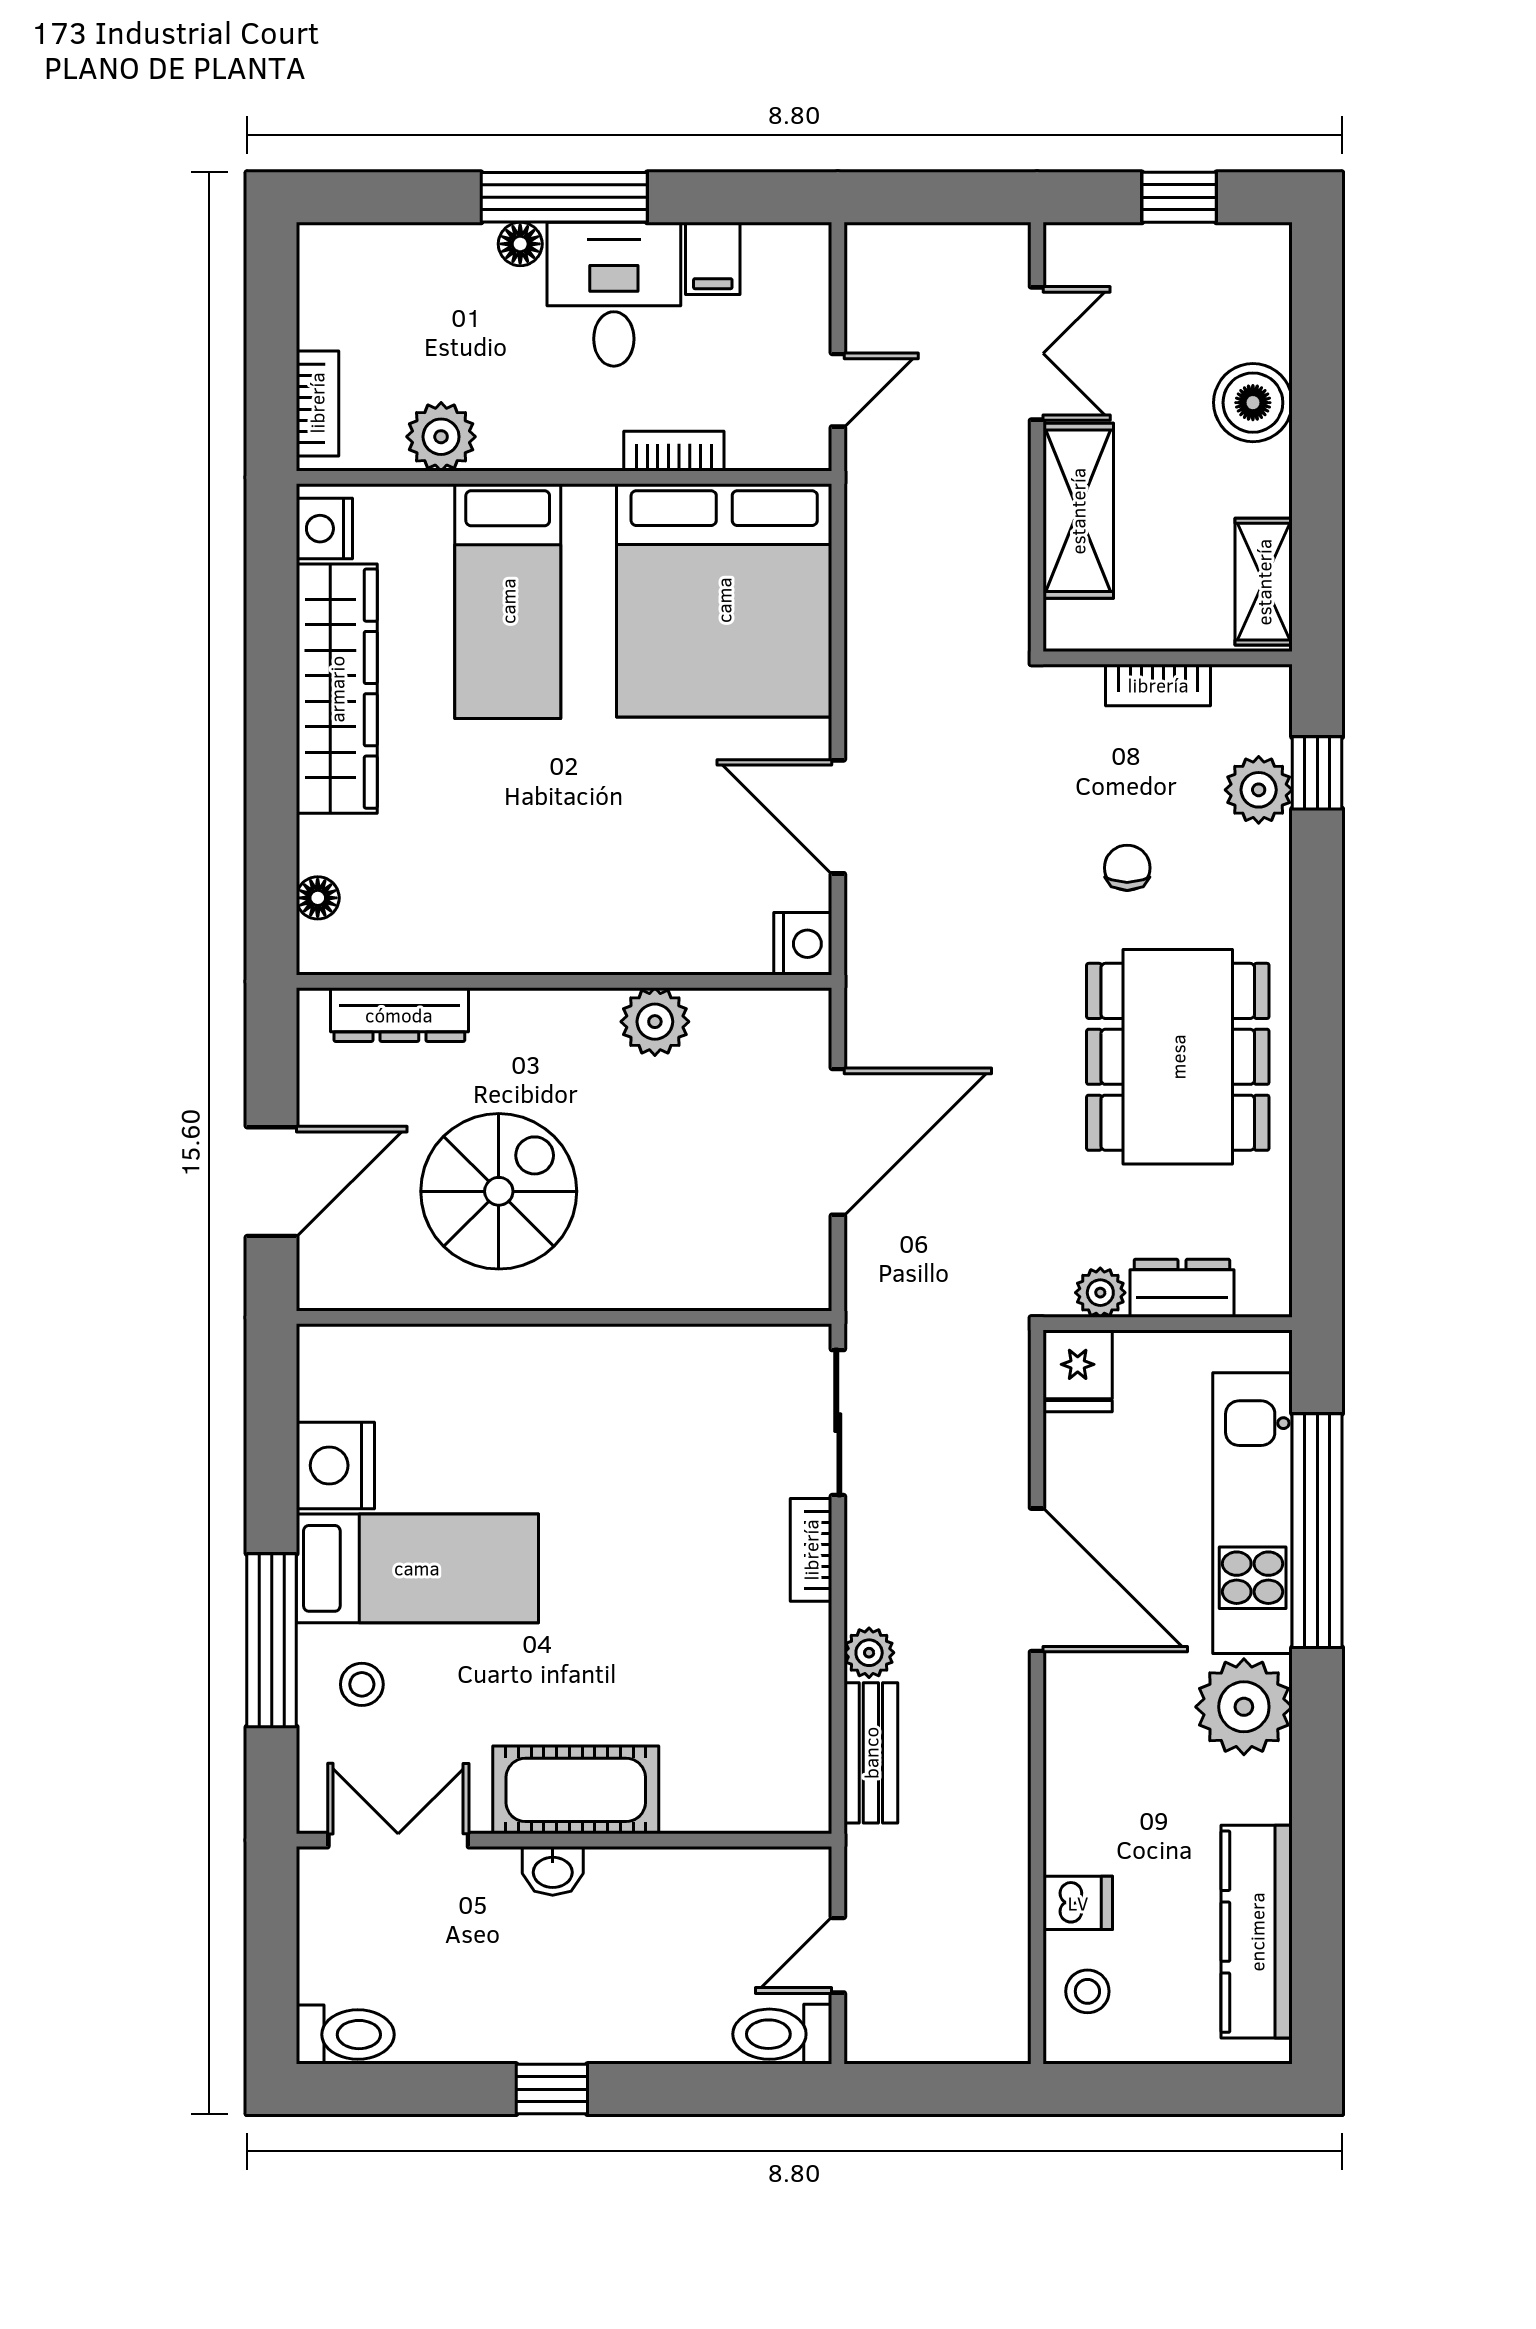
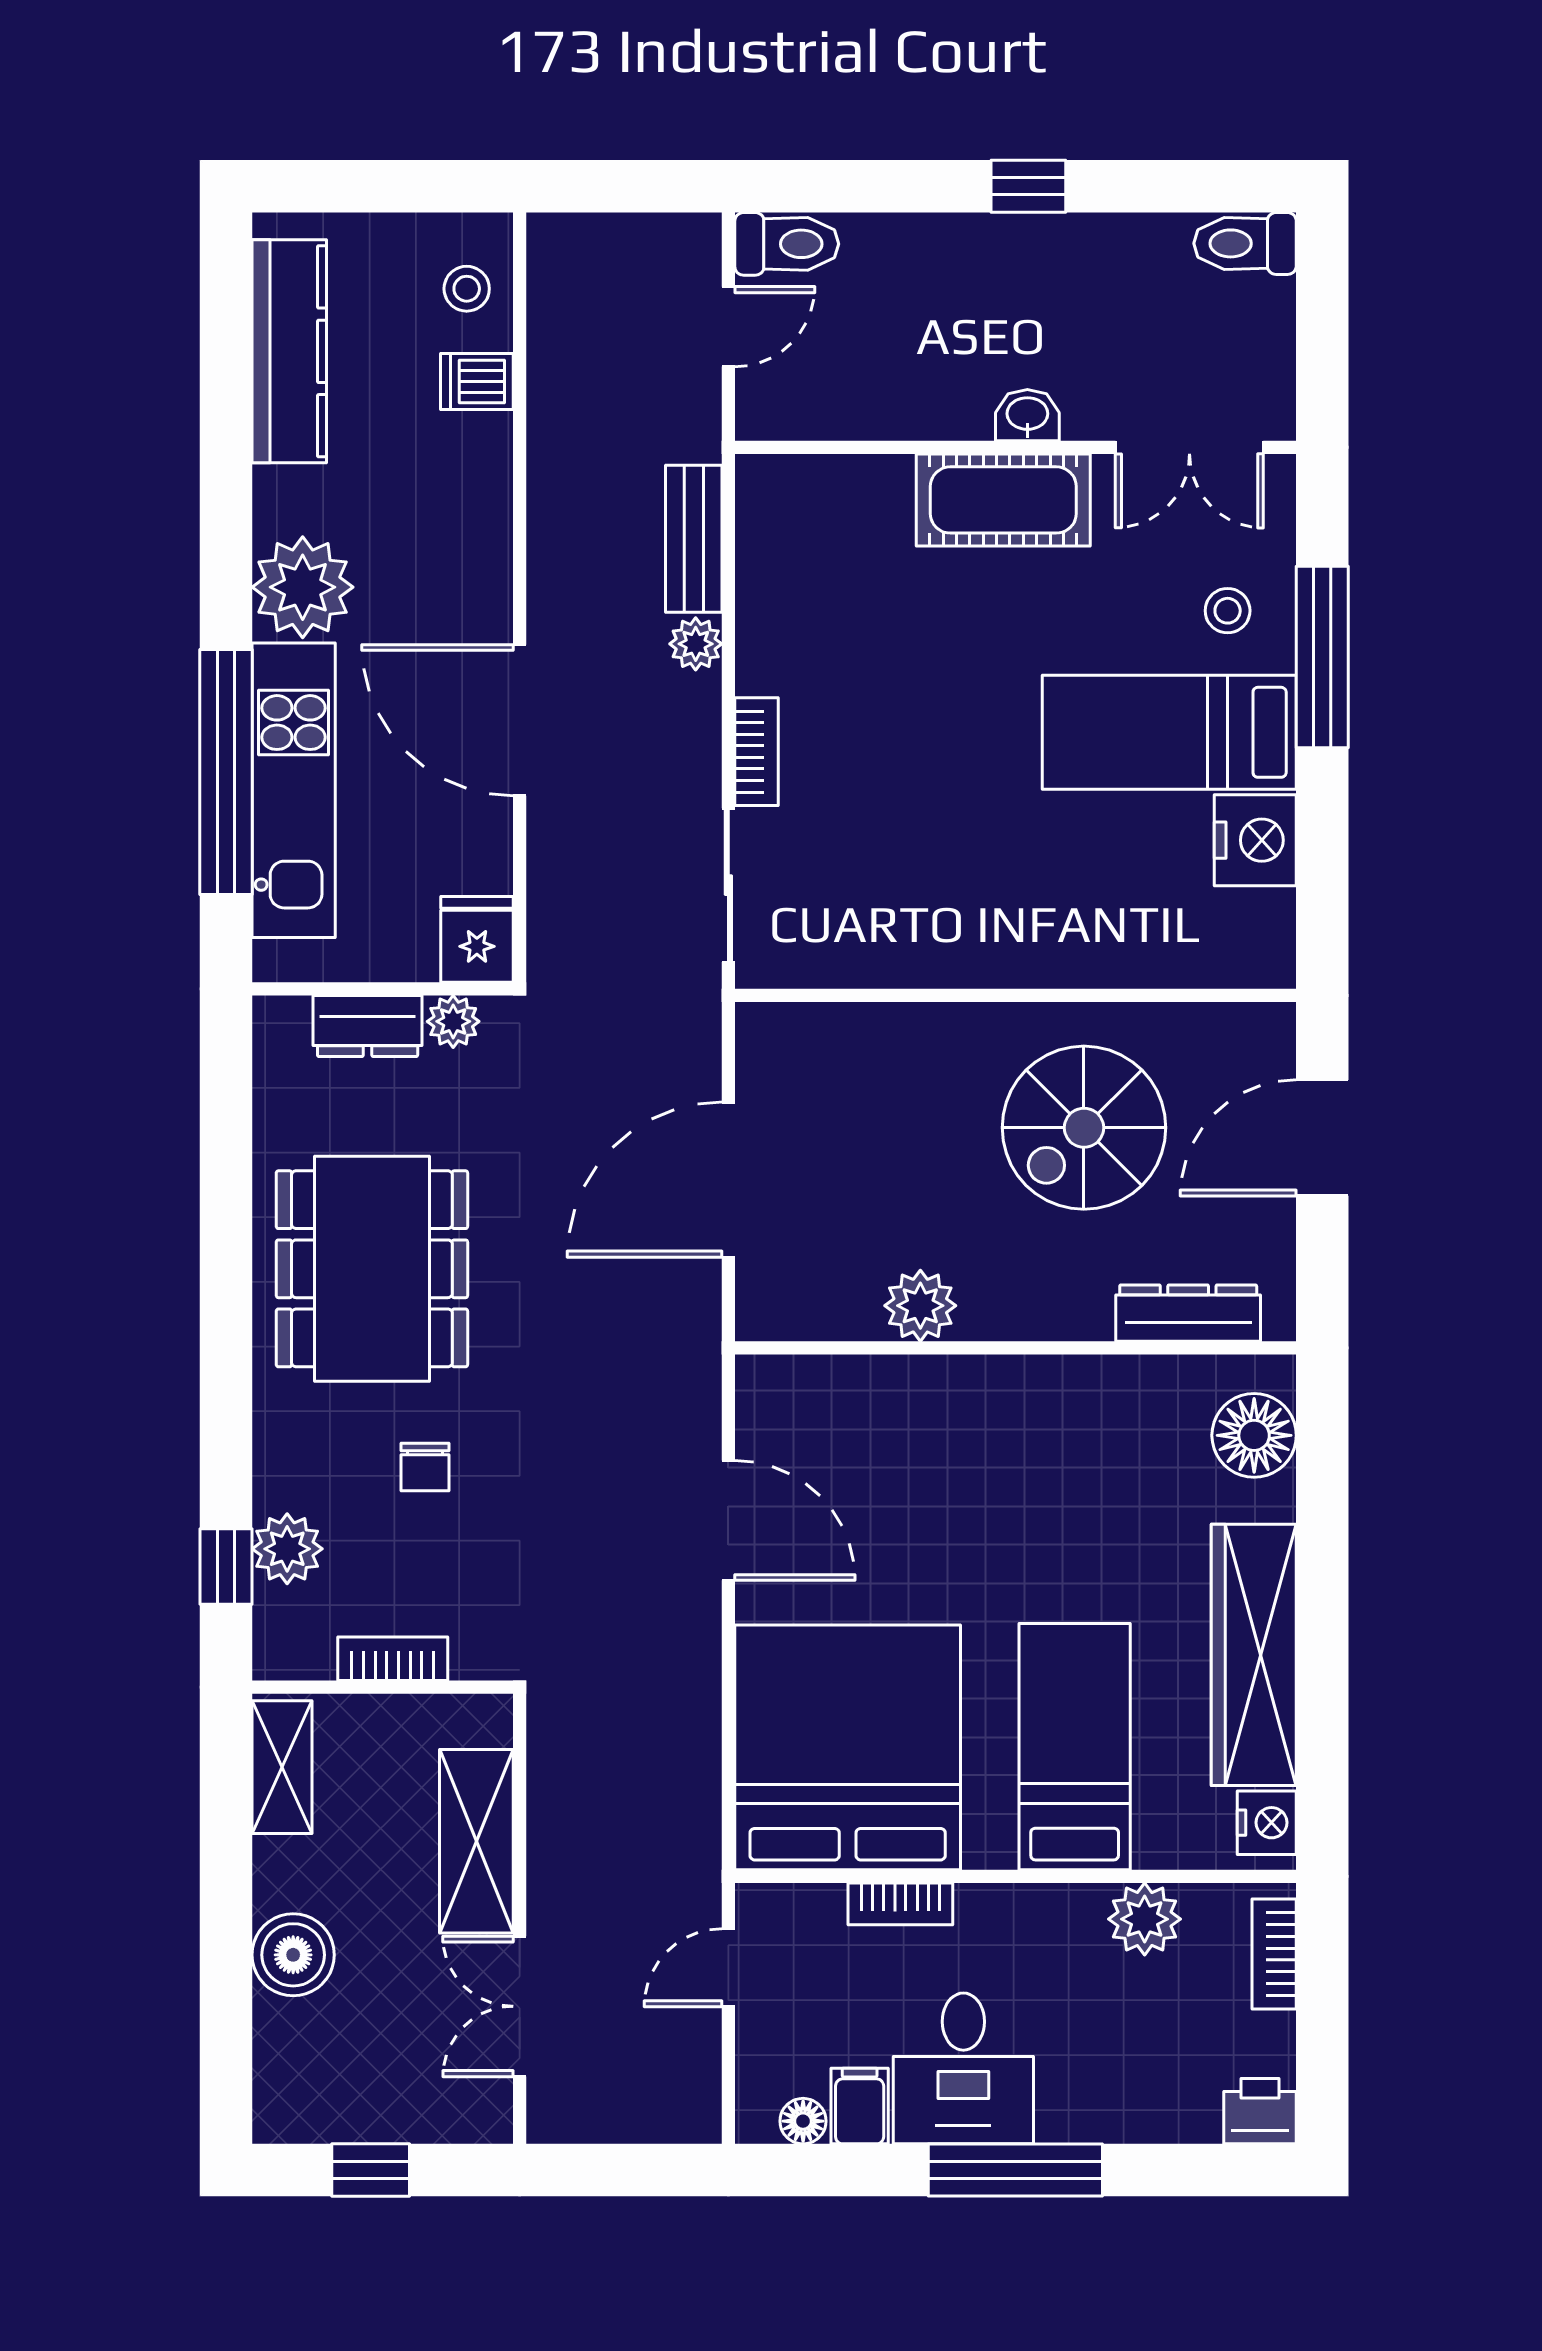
floor lamp: (520, 244) -> (803, 2121), moved
printer: (331, 253) -> (1260, 2111), added
floor lamp: (318, 898) -> (1254, 1435), width x1.89, depth x1.89
nightstand: (803, 944) -> (765, 1387), removed

